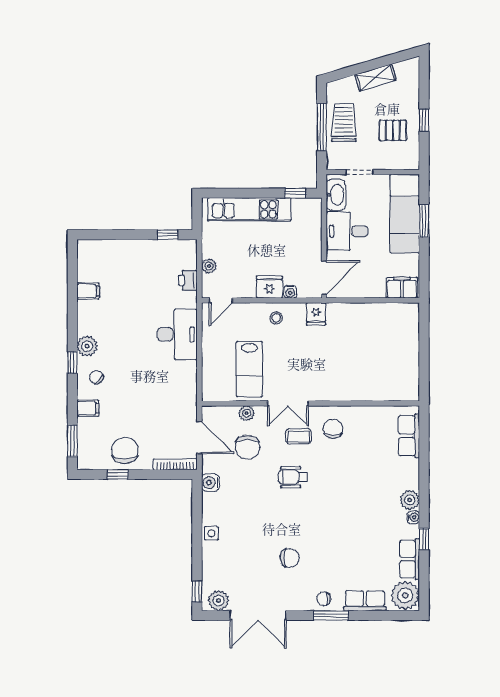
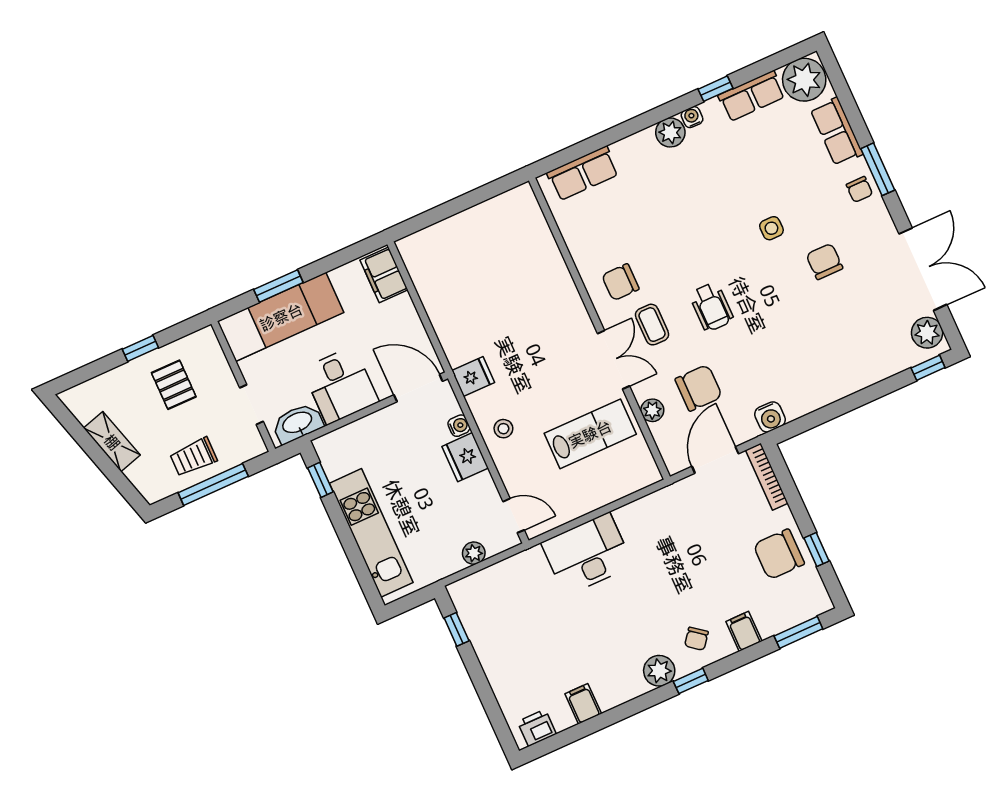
trolley: (344, 123) -> (193, 457), width x0.73, depth x0.72
printer: (188, 280) -> (537, 728), moved, turned 180
side table: (211, 533) -> (771, 228), moved

